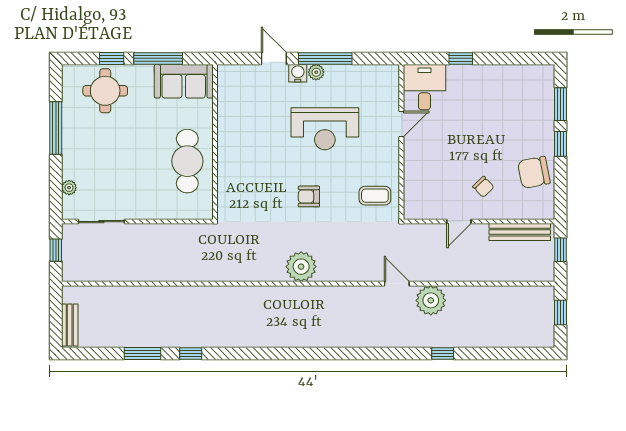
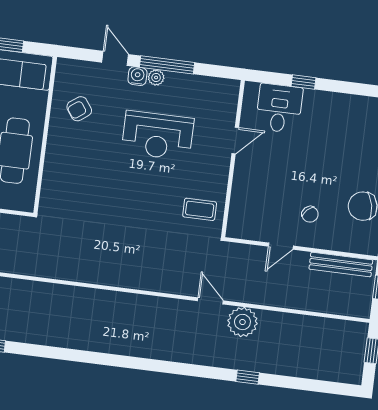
desk: (424, 87) -> (279, 108), moved
armchair: (309, 196) -> (79, 109), moved, turned -36
plant: (301, 267) -> (116, 271), removed

